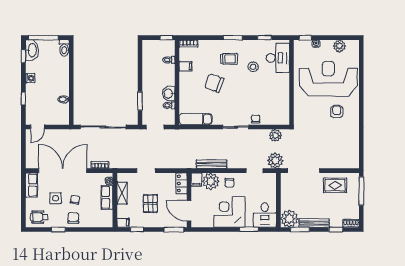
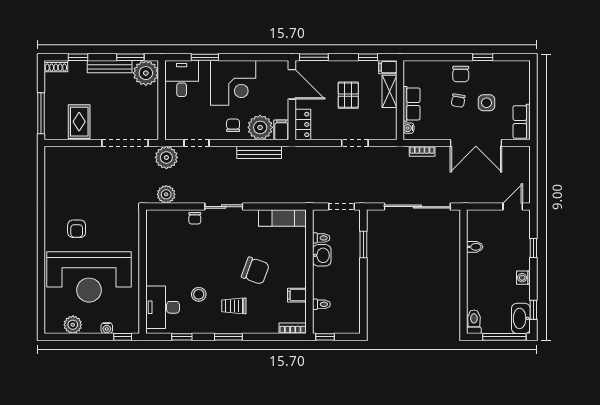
double door: (63, 171) -> (476, 143), width x0.73
rug: (335, 185) -> (79, 122), turned 90
shelving: (122, 193) -> (389, 91), moved
wheelchair: (39, 217) -> (510, 75), removed

